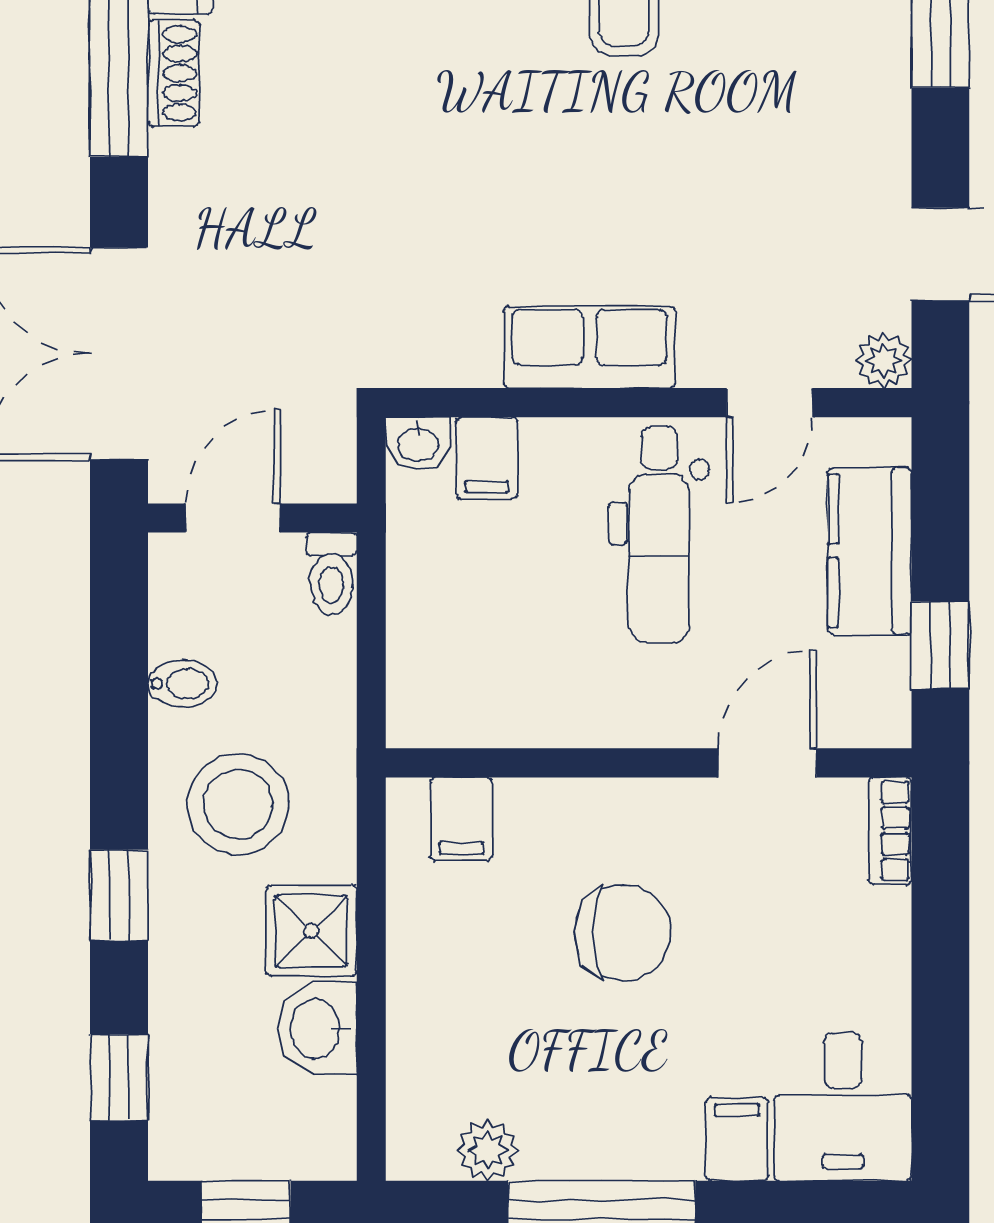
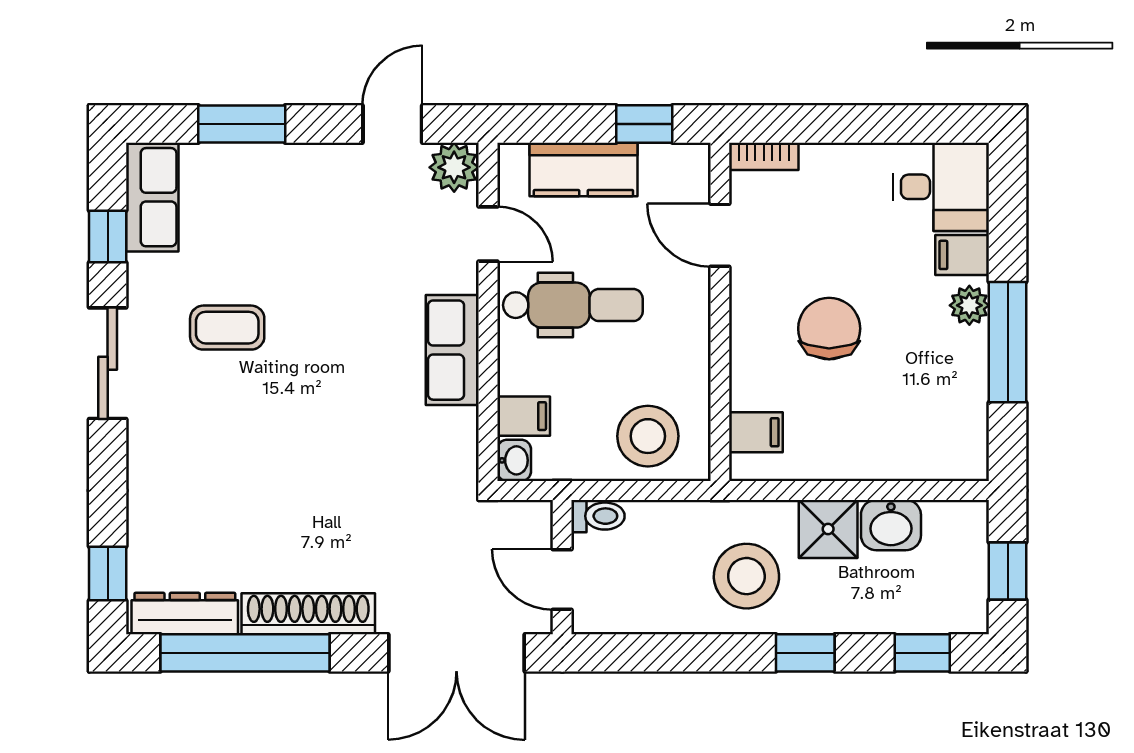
shoe rack: (174, 73) -> (308, 614), width x1.94, depth x1.24
plant: (884, 360) -> (454, 167), width x1.38, depth x1.38
stool: (456, 651) -> (648, 436), added
bidet: (182, 684) -> (669, 612), removed
plant: (488, 1150) -> (969, 305), moved

